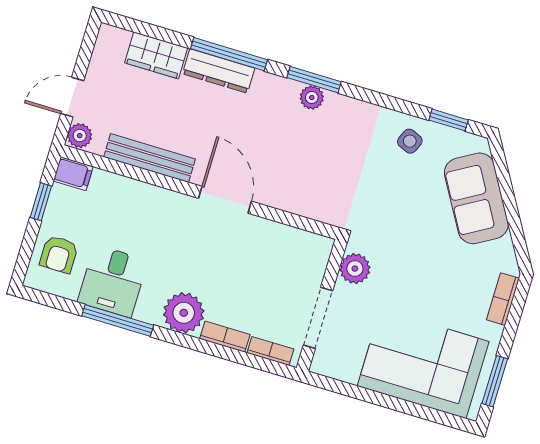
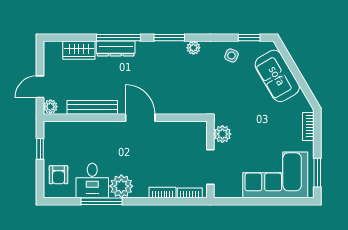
plant: (312, 97) -> (193, 48), moved
filing cabinet: (73, 174) -> (53, 128), removed
plant: (184, 313) -> (121, 186), moved

